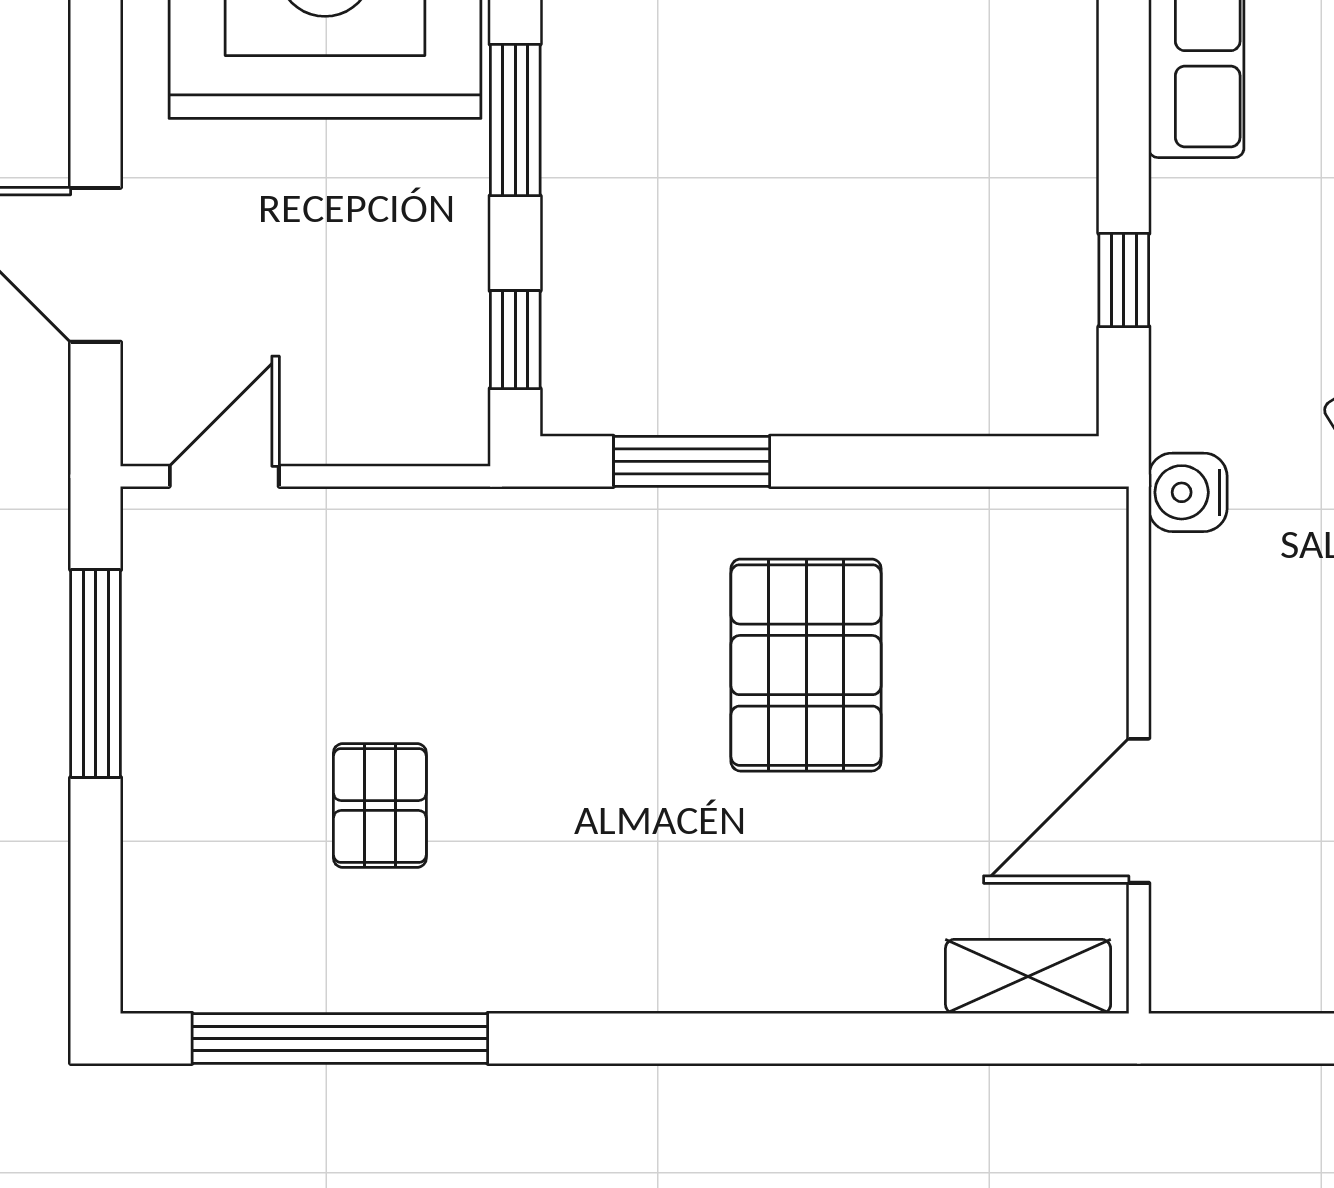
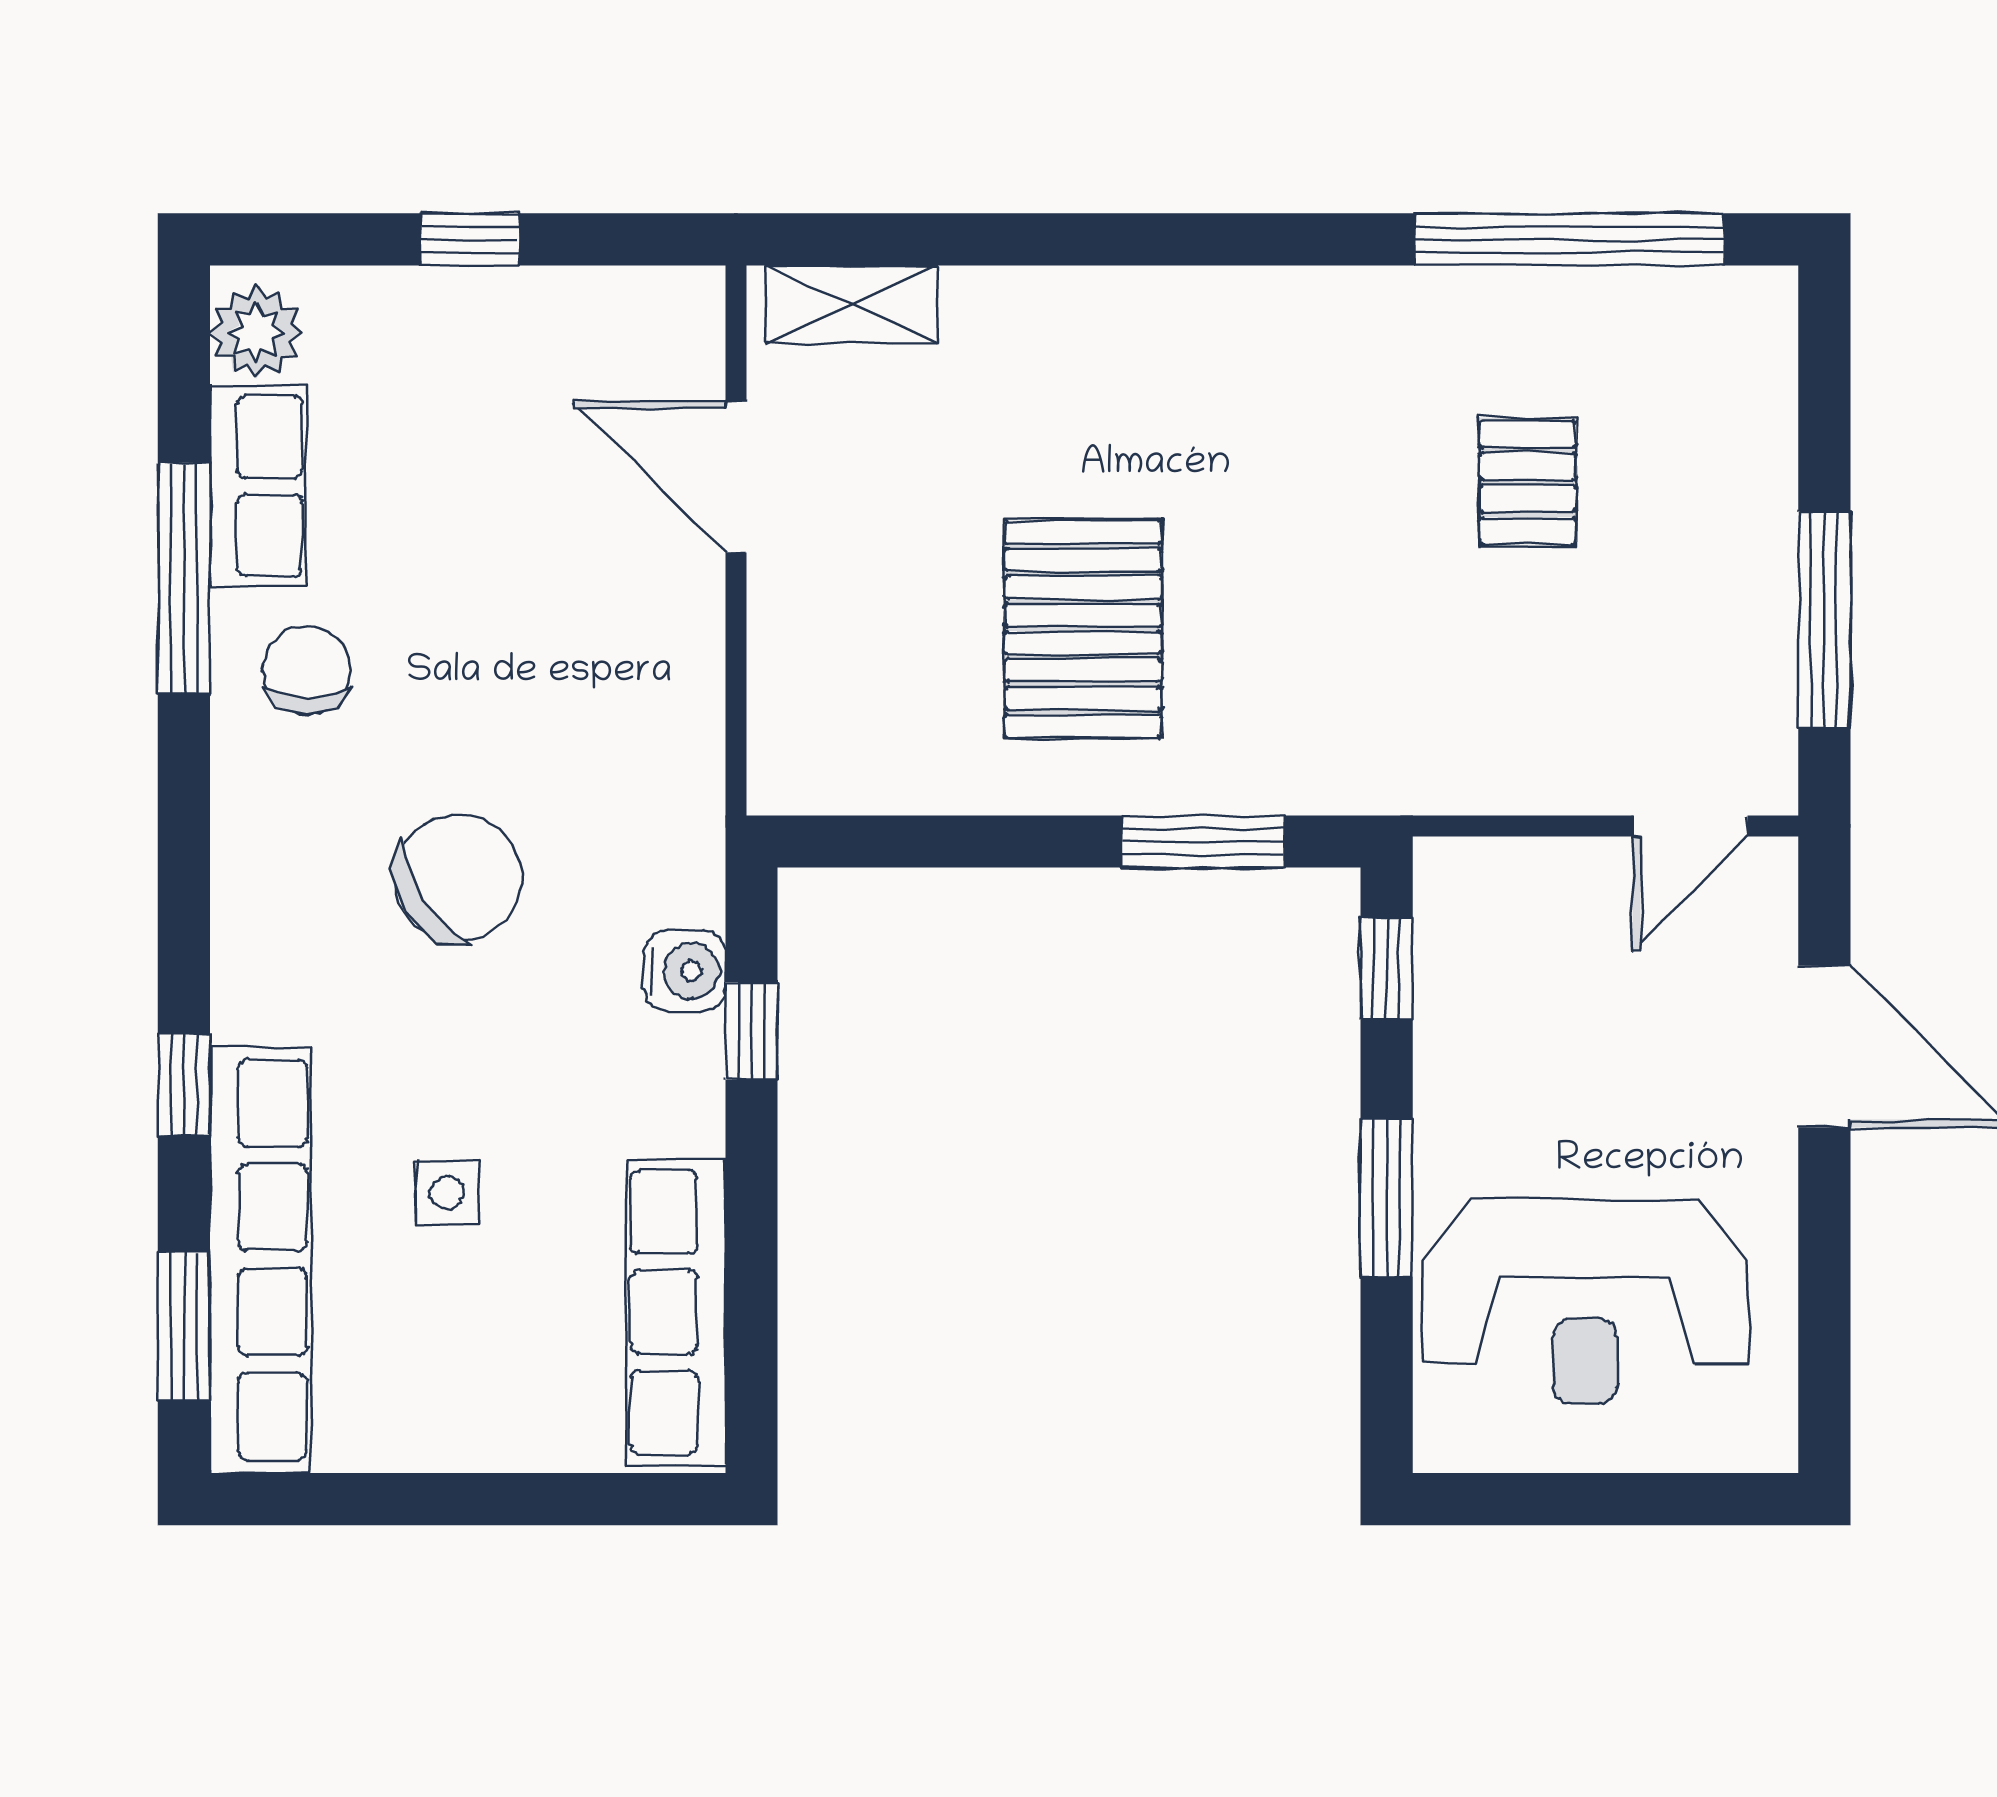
water cooler: (1188, 492) -> (685, 971), moved
door: (1139, 811) -> (736, 477), swing flipped

